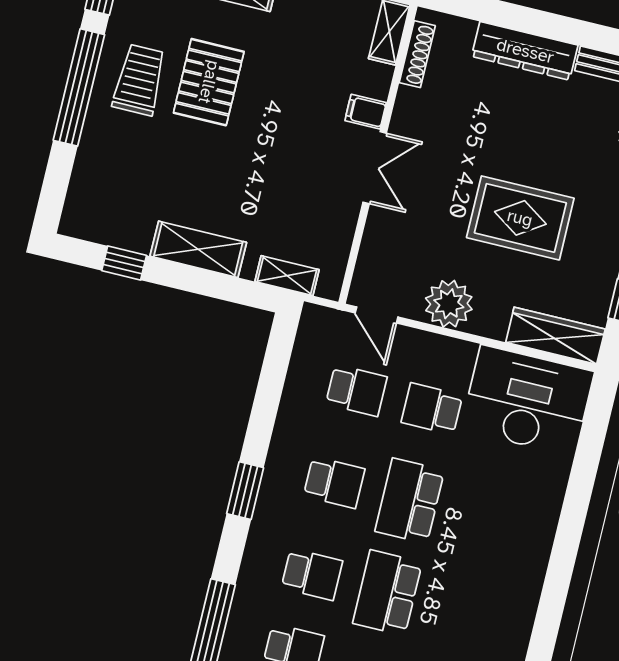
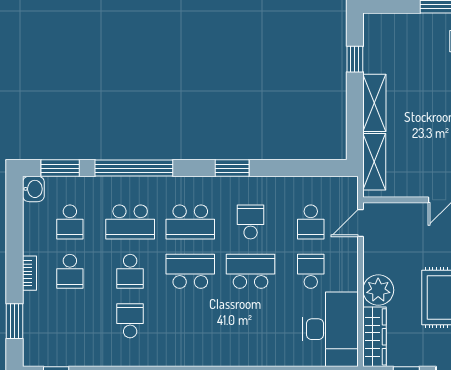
shelving: (287, 276) -> (374, 162), width x1.50, depth x1.33
plant: (449, 304) -> (378, 290), moved
school desk: (334, 482) -> (251, 222), turned 180
school desk: (312, 574) -> (190, 222), width x1.85

